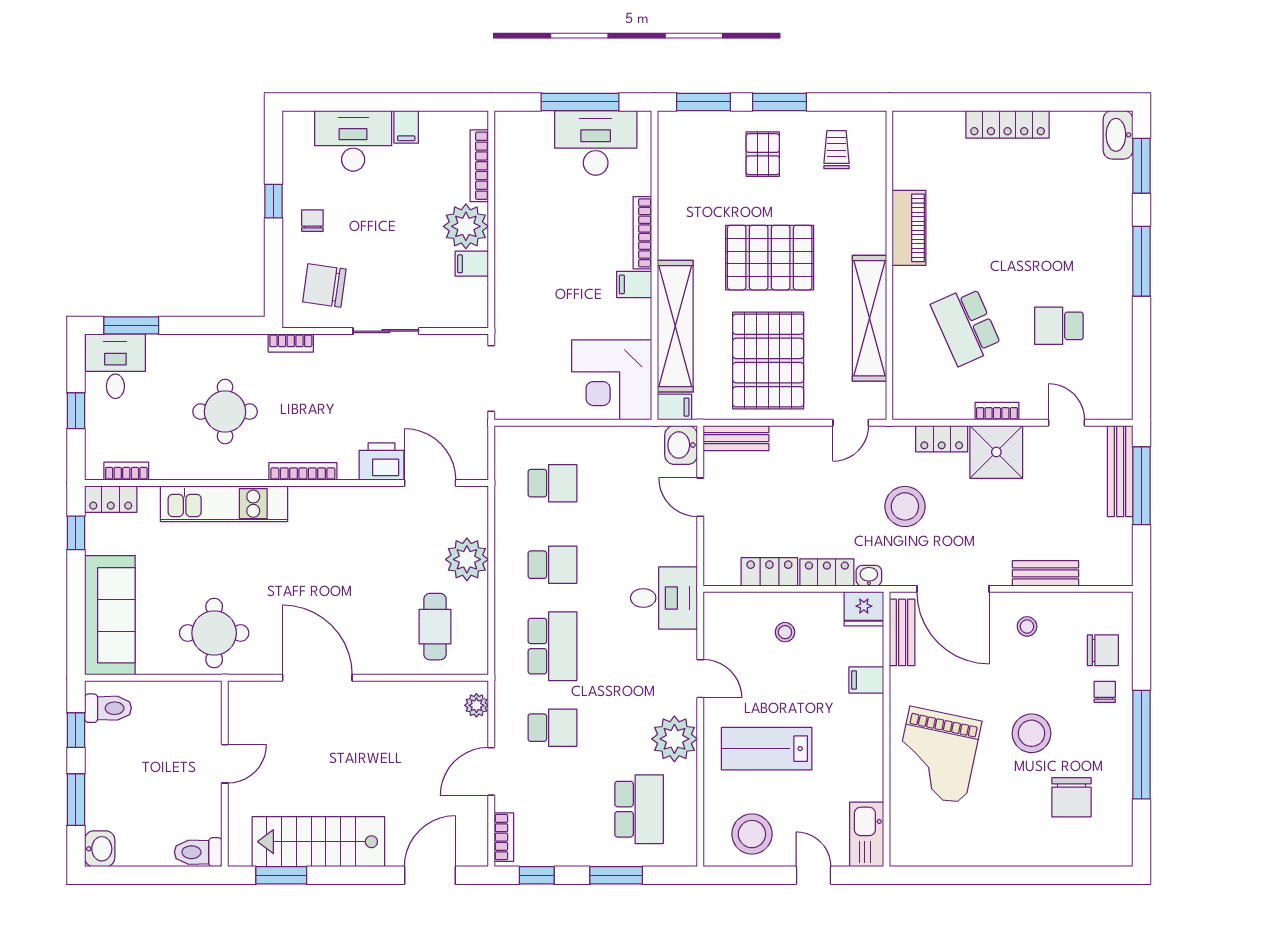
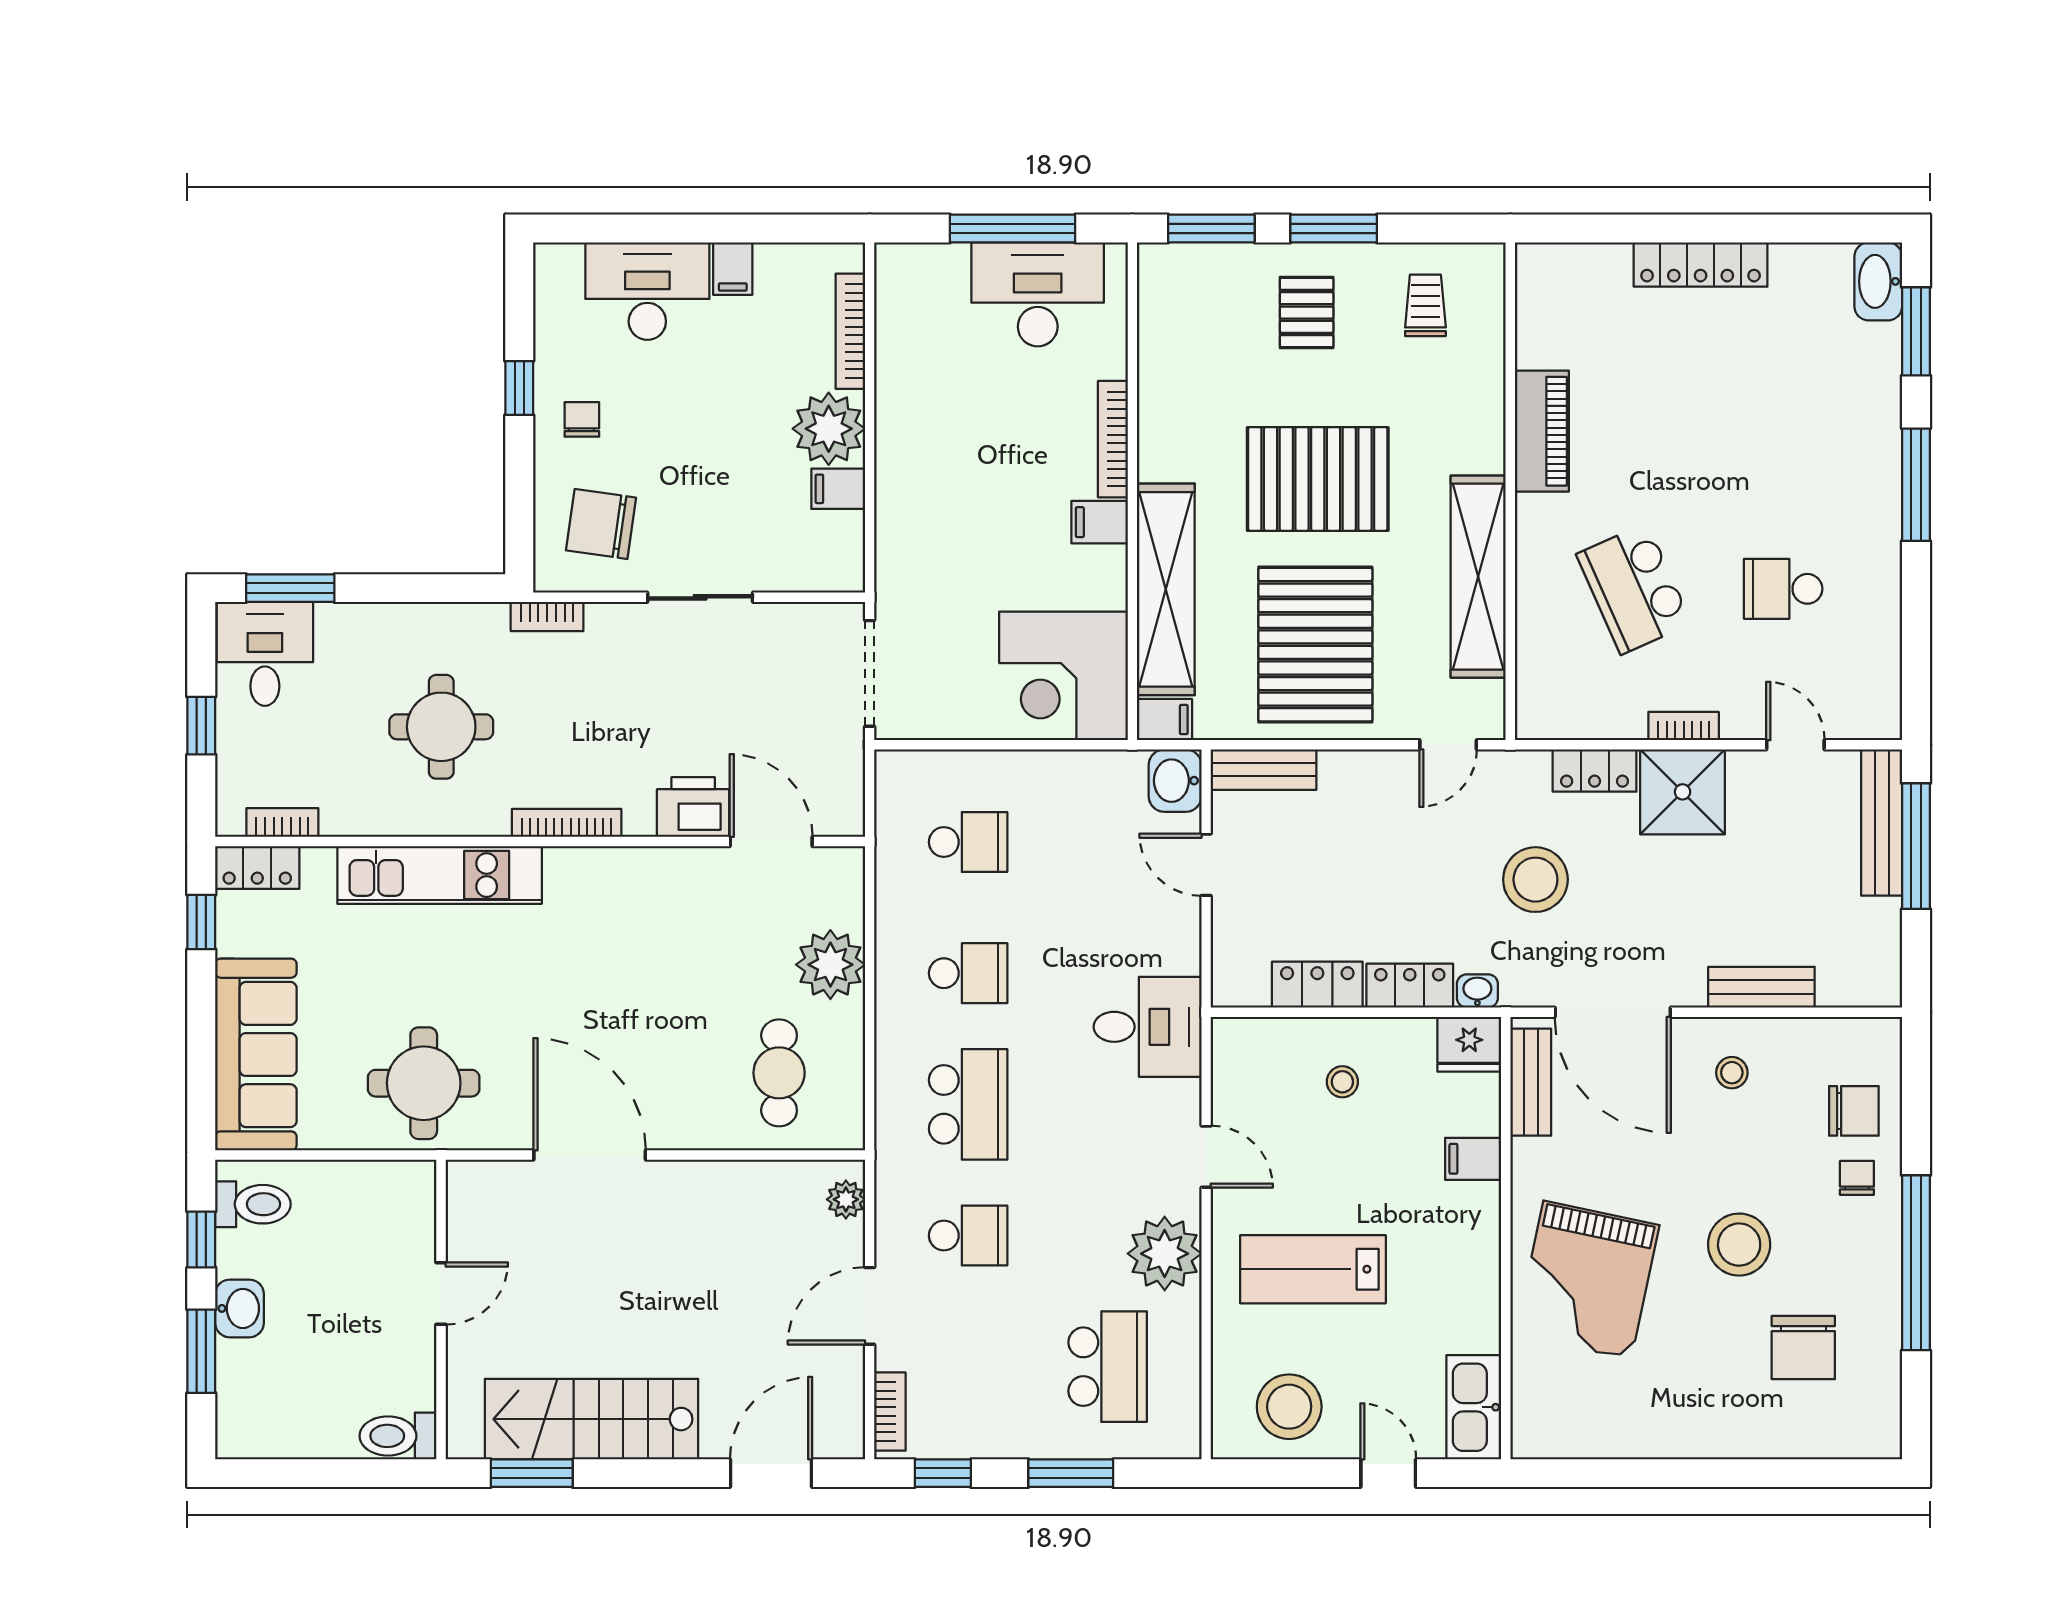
washbasin: (100, 849) -> (239, 1308), moved

